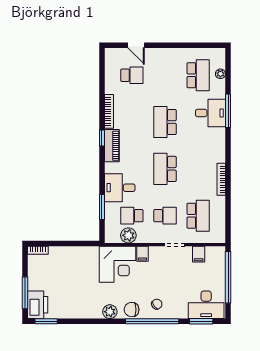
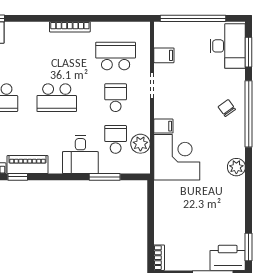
school desk: (132, 216) -> (116, 139), turned 180
chair: (132, 310) -> (234, 140), removed

